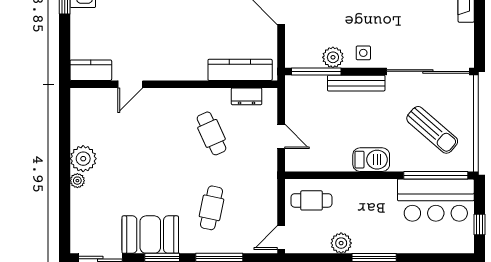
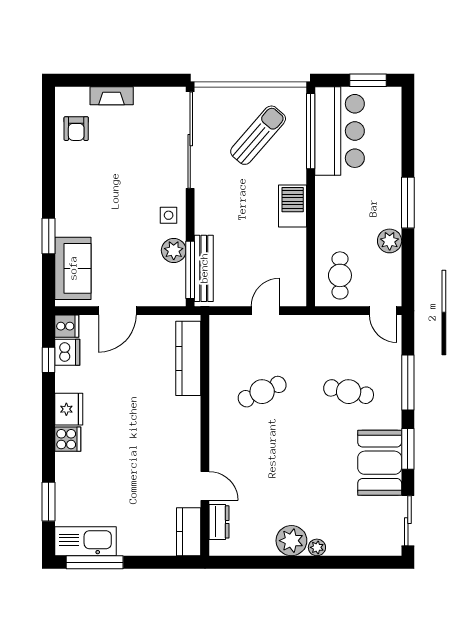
bench: (356, 83) -> (204, 268), moved
dresser: (247, 96) -> (219, 522), moved
window: (479, 224) -> (368, 80), width x1.50

